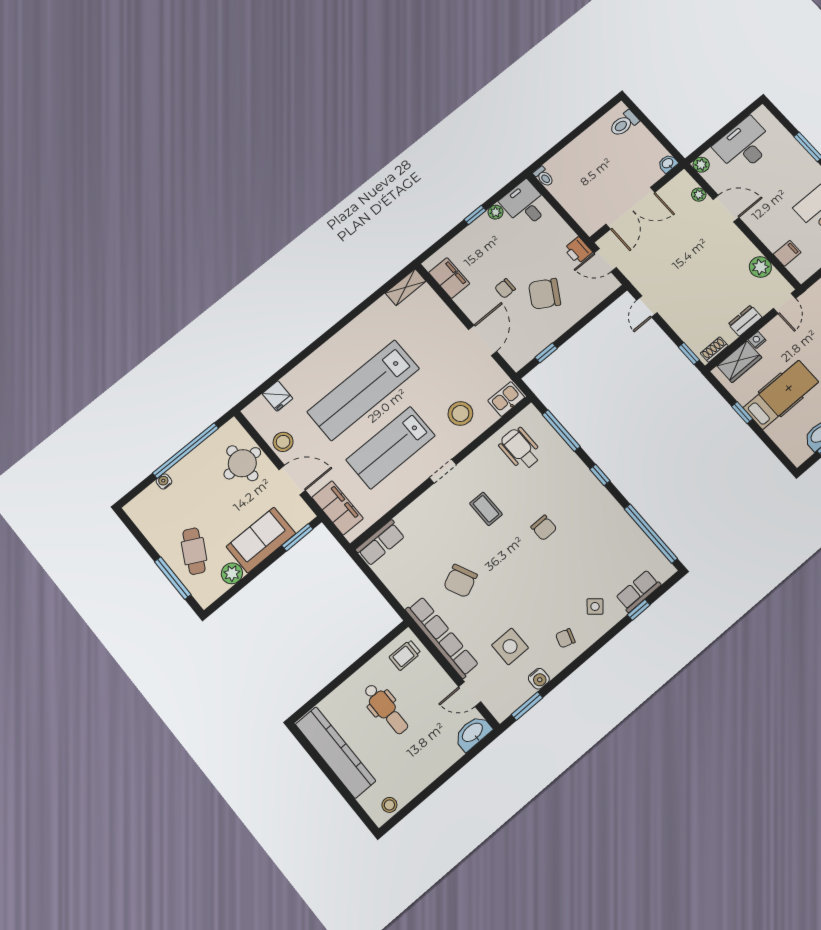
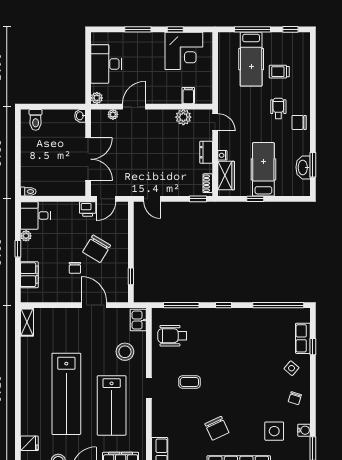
filing cabinet: (449, 278) -> (29, 275), moved, turned 90
chair: (544, 528) -> (226, 360), removed

